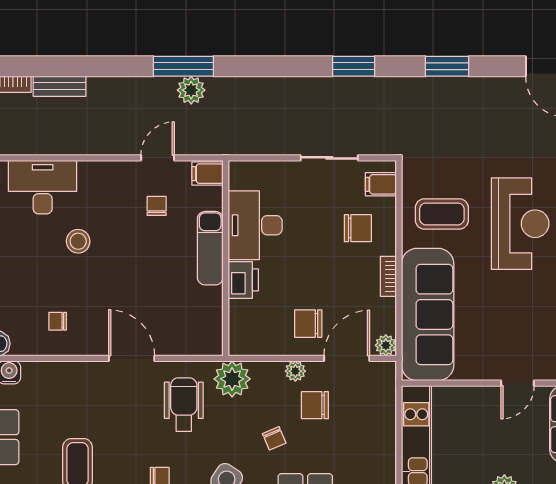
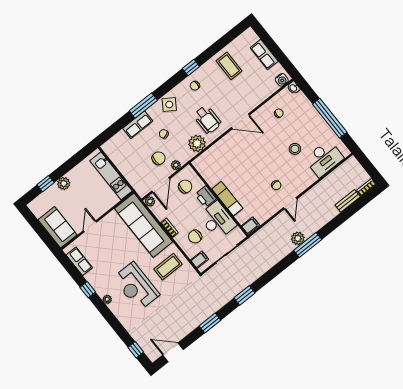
filing cabinet: (208, 174) -> (250, 225), moved
desk: (255, 225) -> (217, 220), moved
exam couch: (210, 248) -> (227, 199), moved
wall: (226, 258) -> (219, 199), moved
printer: (243, 280) -> (206, 197), moved

